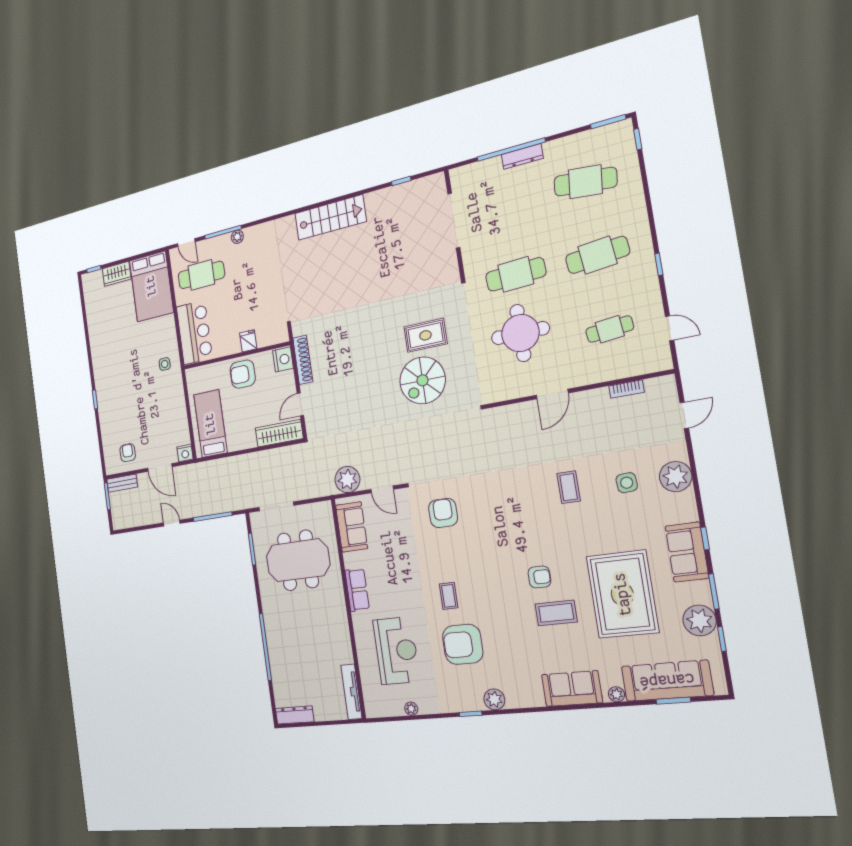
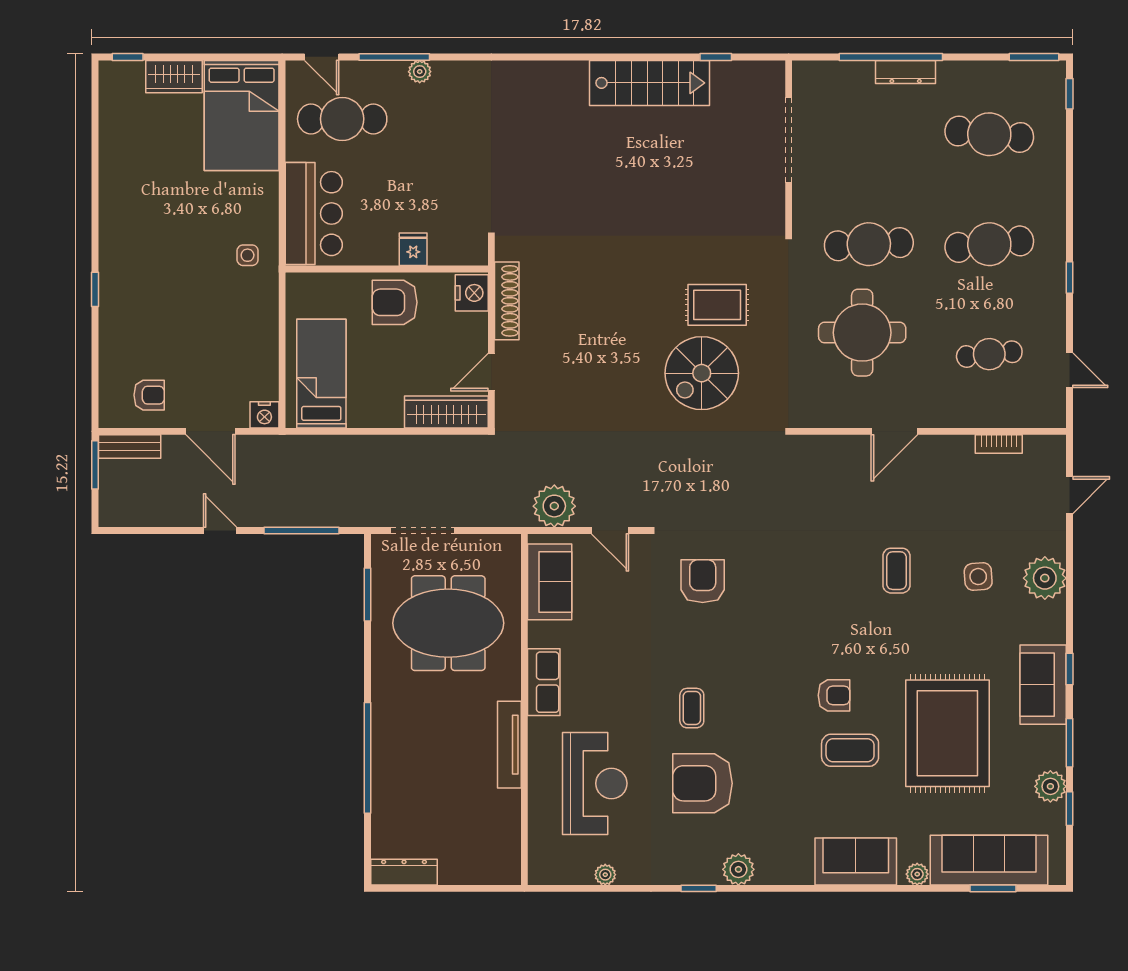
stairs: (330, 218) -> (649, 83), moved
armchair: (128, 453) -> (149, 395), turned 90
plant: (699, 620) -> (1050, 786), width x0.73, depth x0.73
tv unit: (351, 692) -> (509, 745), moved

